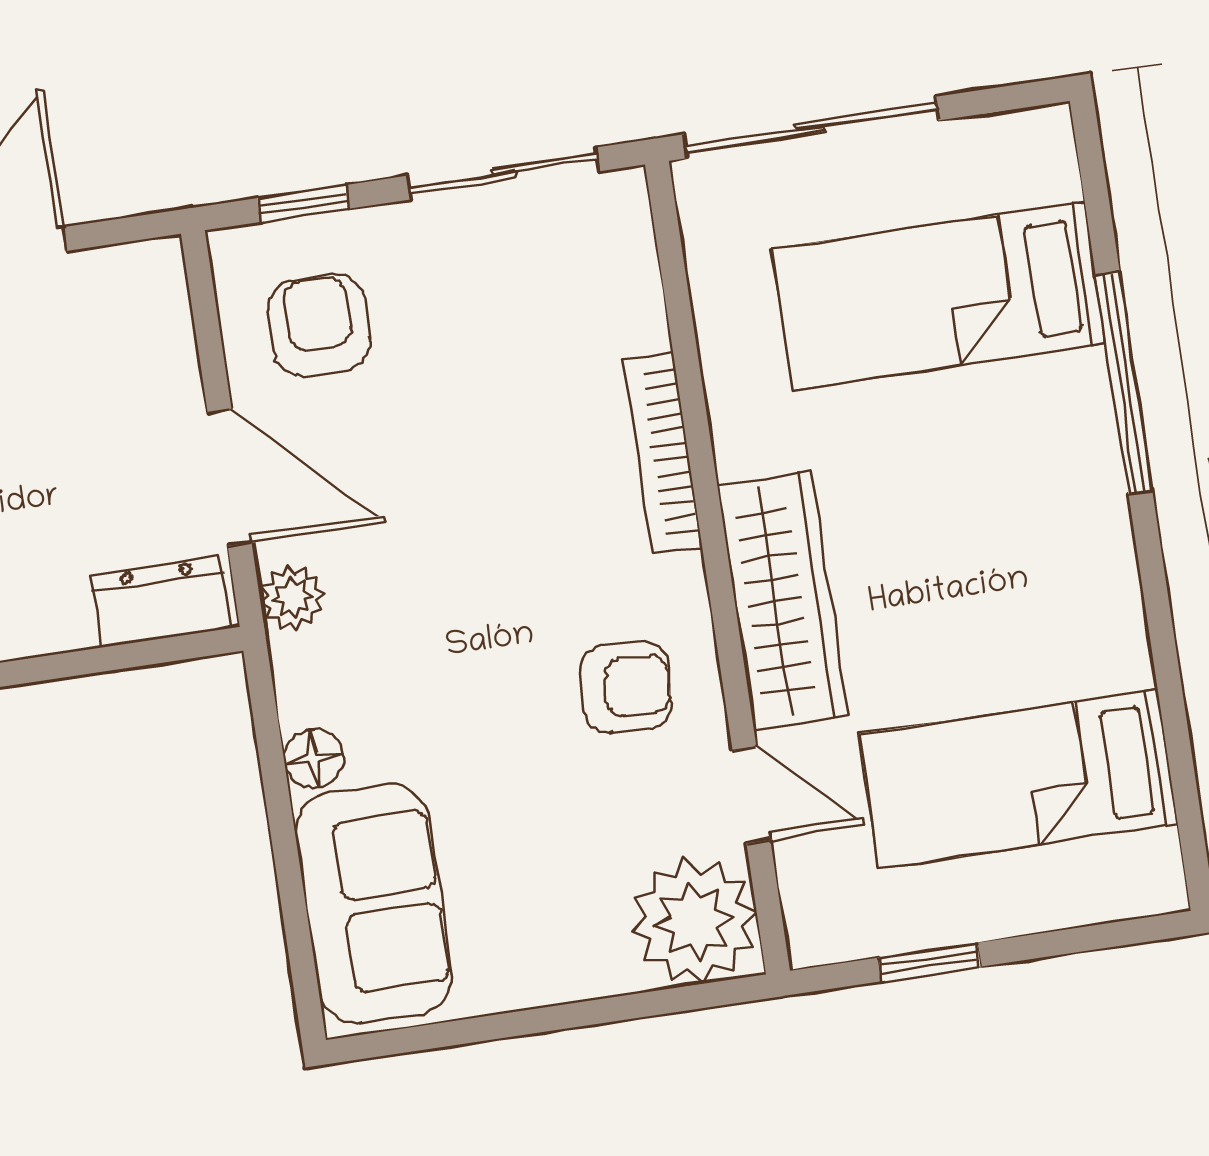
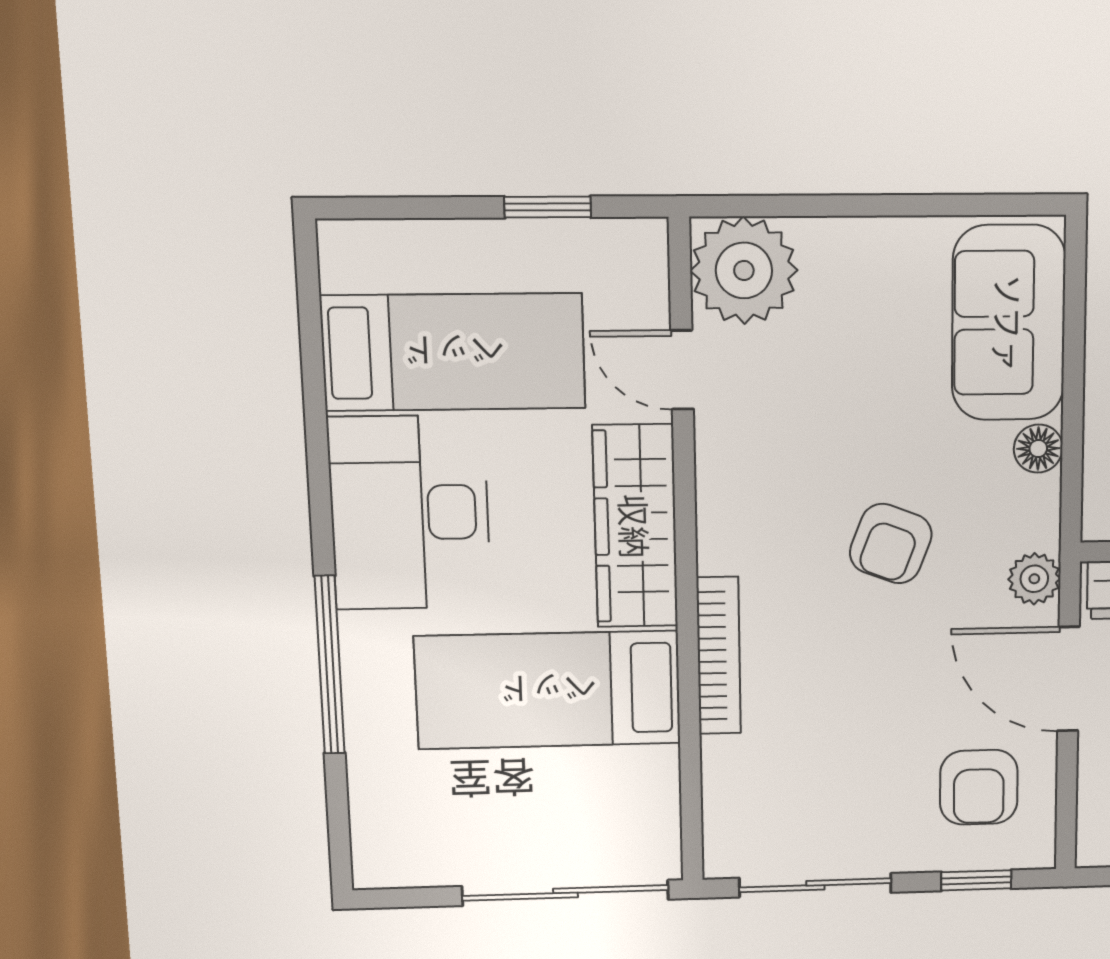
bed: (939, 296) -> (548, 690), moved, turned 180
desk: (1049, 581) -> (410, 513), added
armchair: (626, 687) -> (891, 544), moved, turned -72

